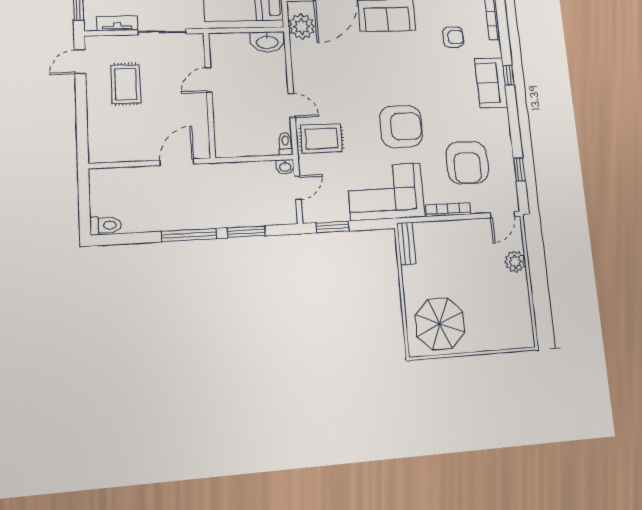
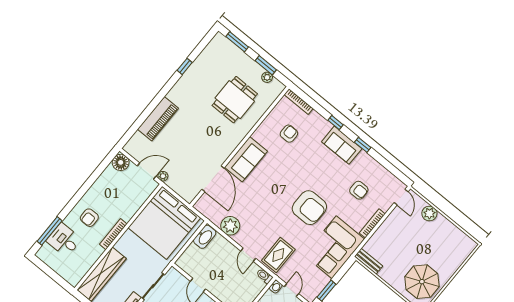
plant: (302, 27) -> (230, 226), moved
sofa: (491, 83) -> (342, 145), moved
door: (292, 105) -> (248, 255), swing flipped
armchair: (401, 127) -> (309, 208), turned 90
armchair: (467, 163) -> (359, 190), width x0.53, depth x0.53
window: (519, 169) -> (363, 145), moved

